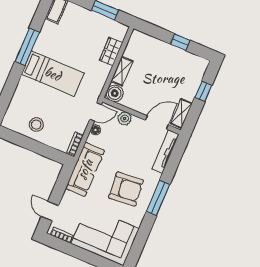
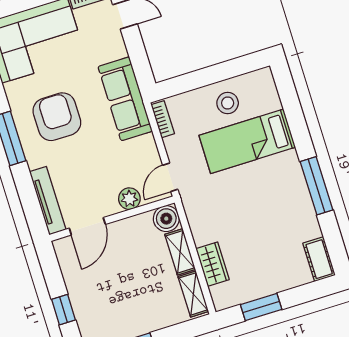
bed: (53, 74) -> (247, 141), moved
shelving: (181, 113) -> (193, 294), moved
floor lamp: (96, 130) -> (152, 156), removed
armchair: (126, 189) -> (57, 117), turned 95

